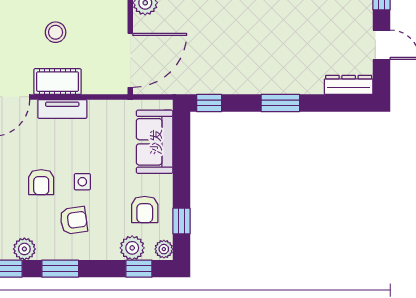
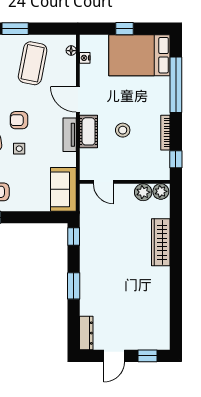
door: (130, 60) -> (103, 182), width x0.53
sofa: (155, 142) -> (63, 189), moved, turned -90

